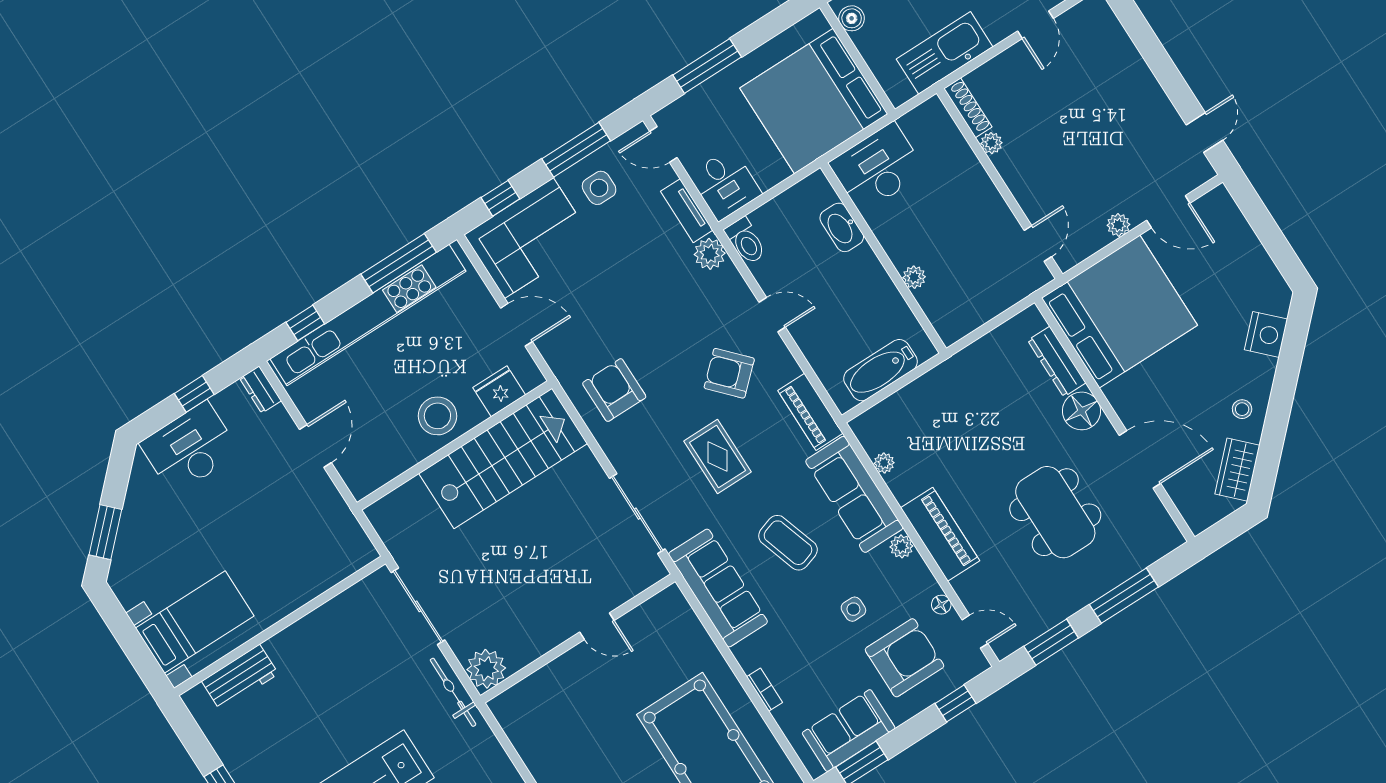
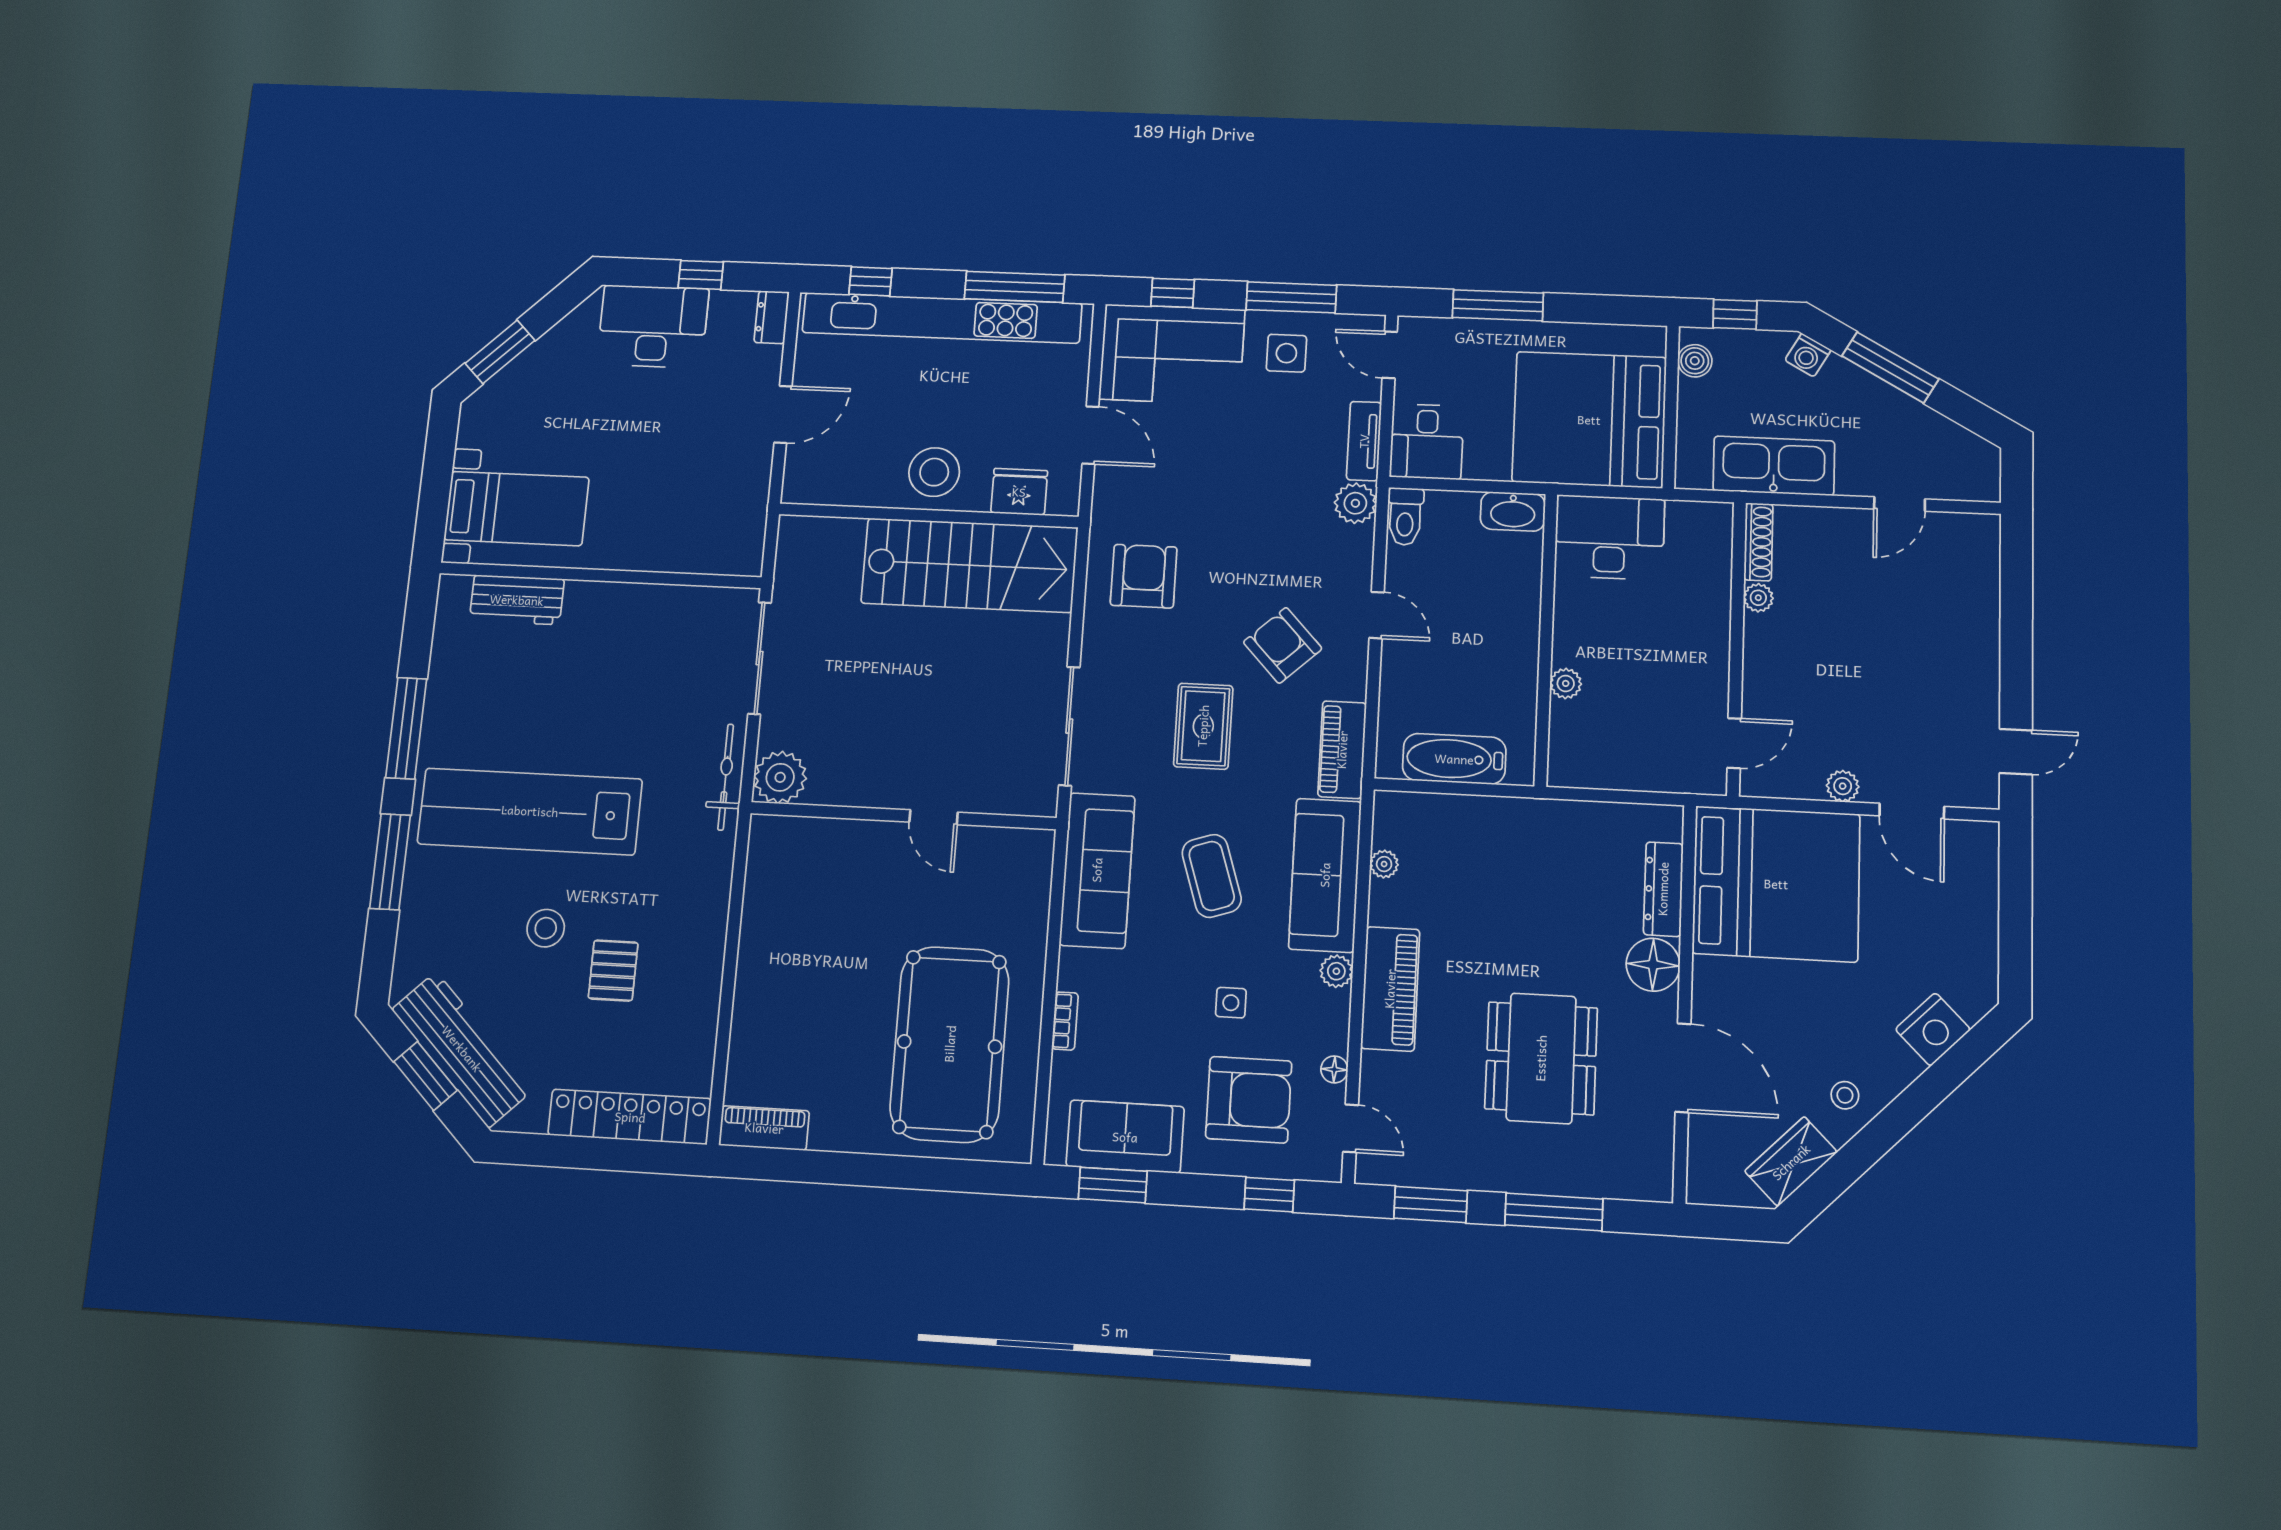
washbasin: (842, 227) -> (1513, 512), moved, turned -90

